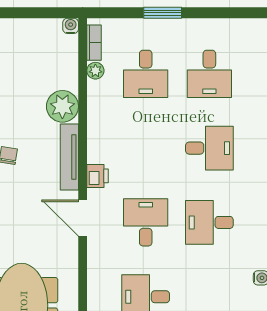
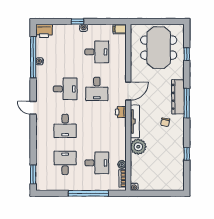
window: (163, 13) -> (88, 193), width x2.11
desk: (146, 74) -> (97, 163), turned 90
desk: (209, 148) -> (65, 126), turned -90
door: (83, 218) -> (128, 91), hinge flipped

